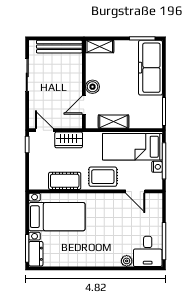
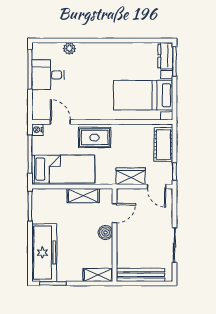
nightstand: (157, 167) -> (37, 130), moved
cot: (65, 181) -> (163, 144), moved, turned 90
desk: (148, 251) -> (48, 75), moved, turned -90

